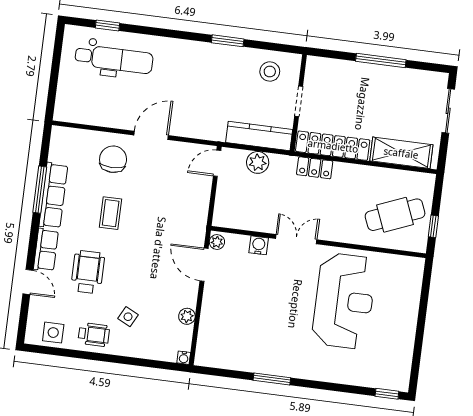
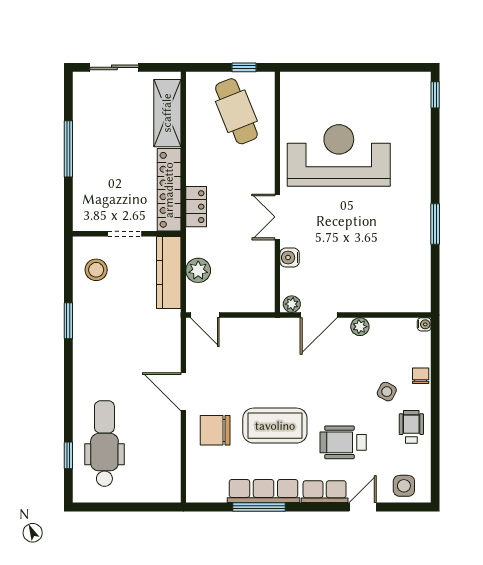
coffee table: (111, 213) -> (275, 426), width x1.86, depth x1.72
plant: (187, 316) -> (360, 327), moved
side table: (53, 333) -> (404, 486), moved
chair: (138, 349) -> (421, 376), added

